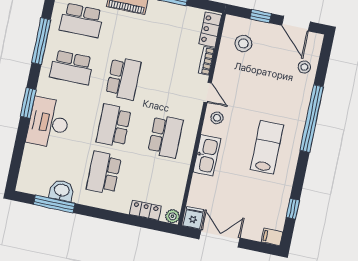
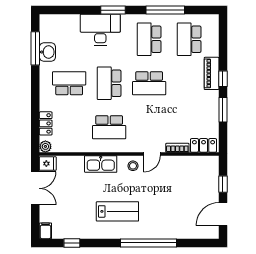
stool: (243, 44) -> (198, 175), removed
stool: (304, 67) -> (189, 228), removed
school desk: (114, 126) -> (109, 83), turned -90

